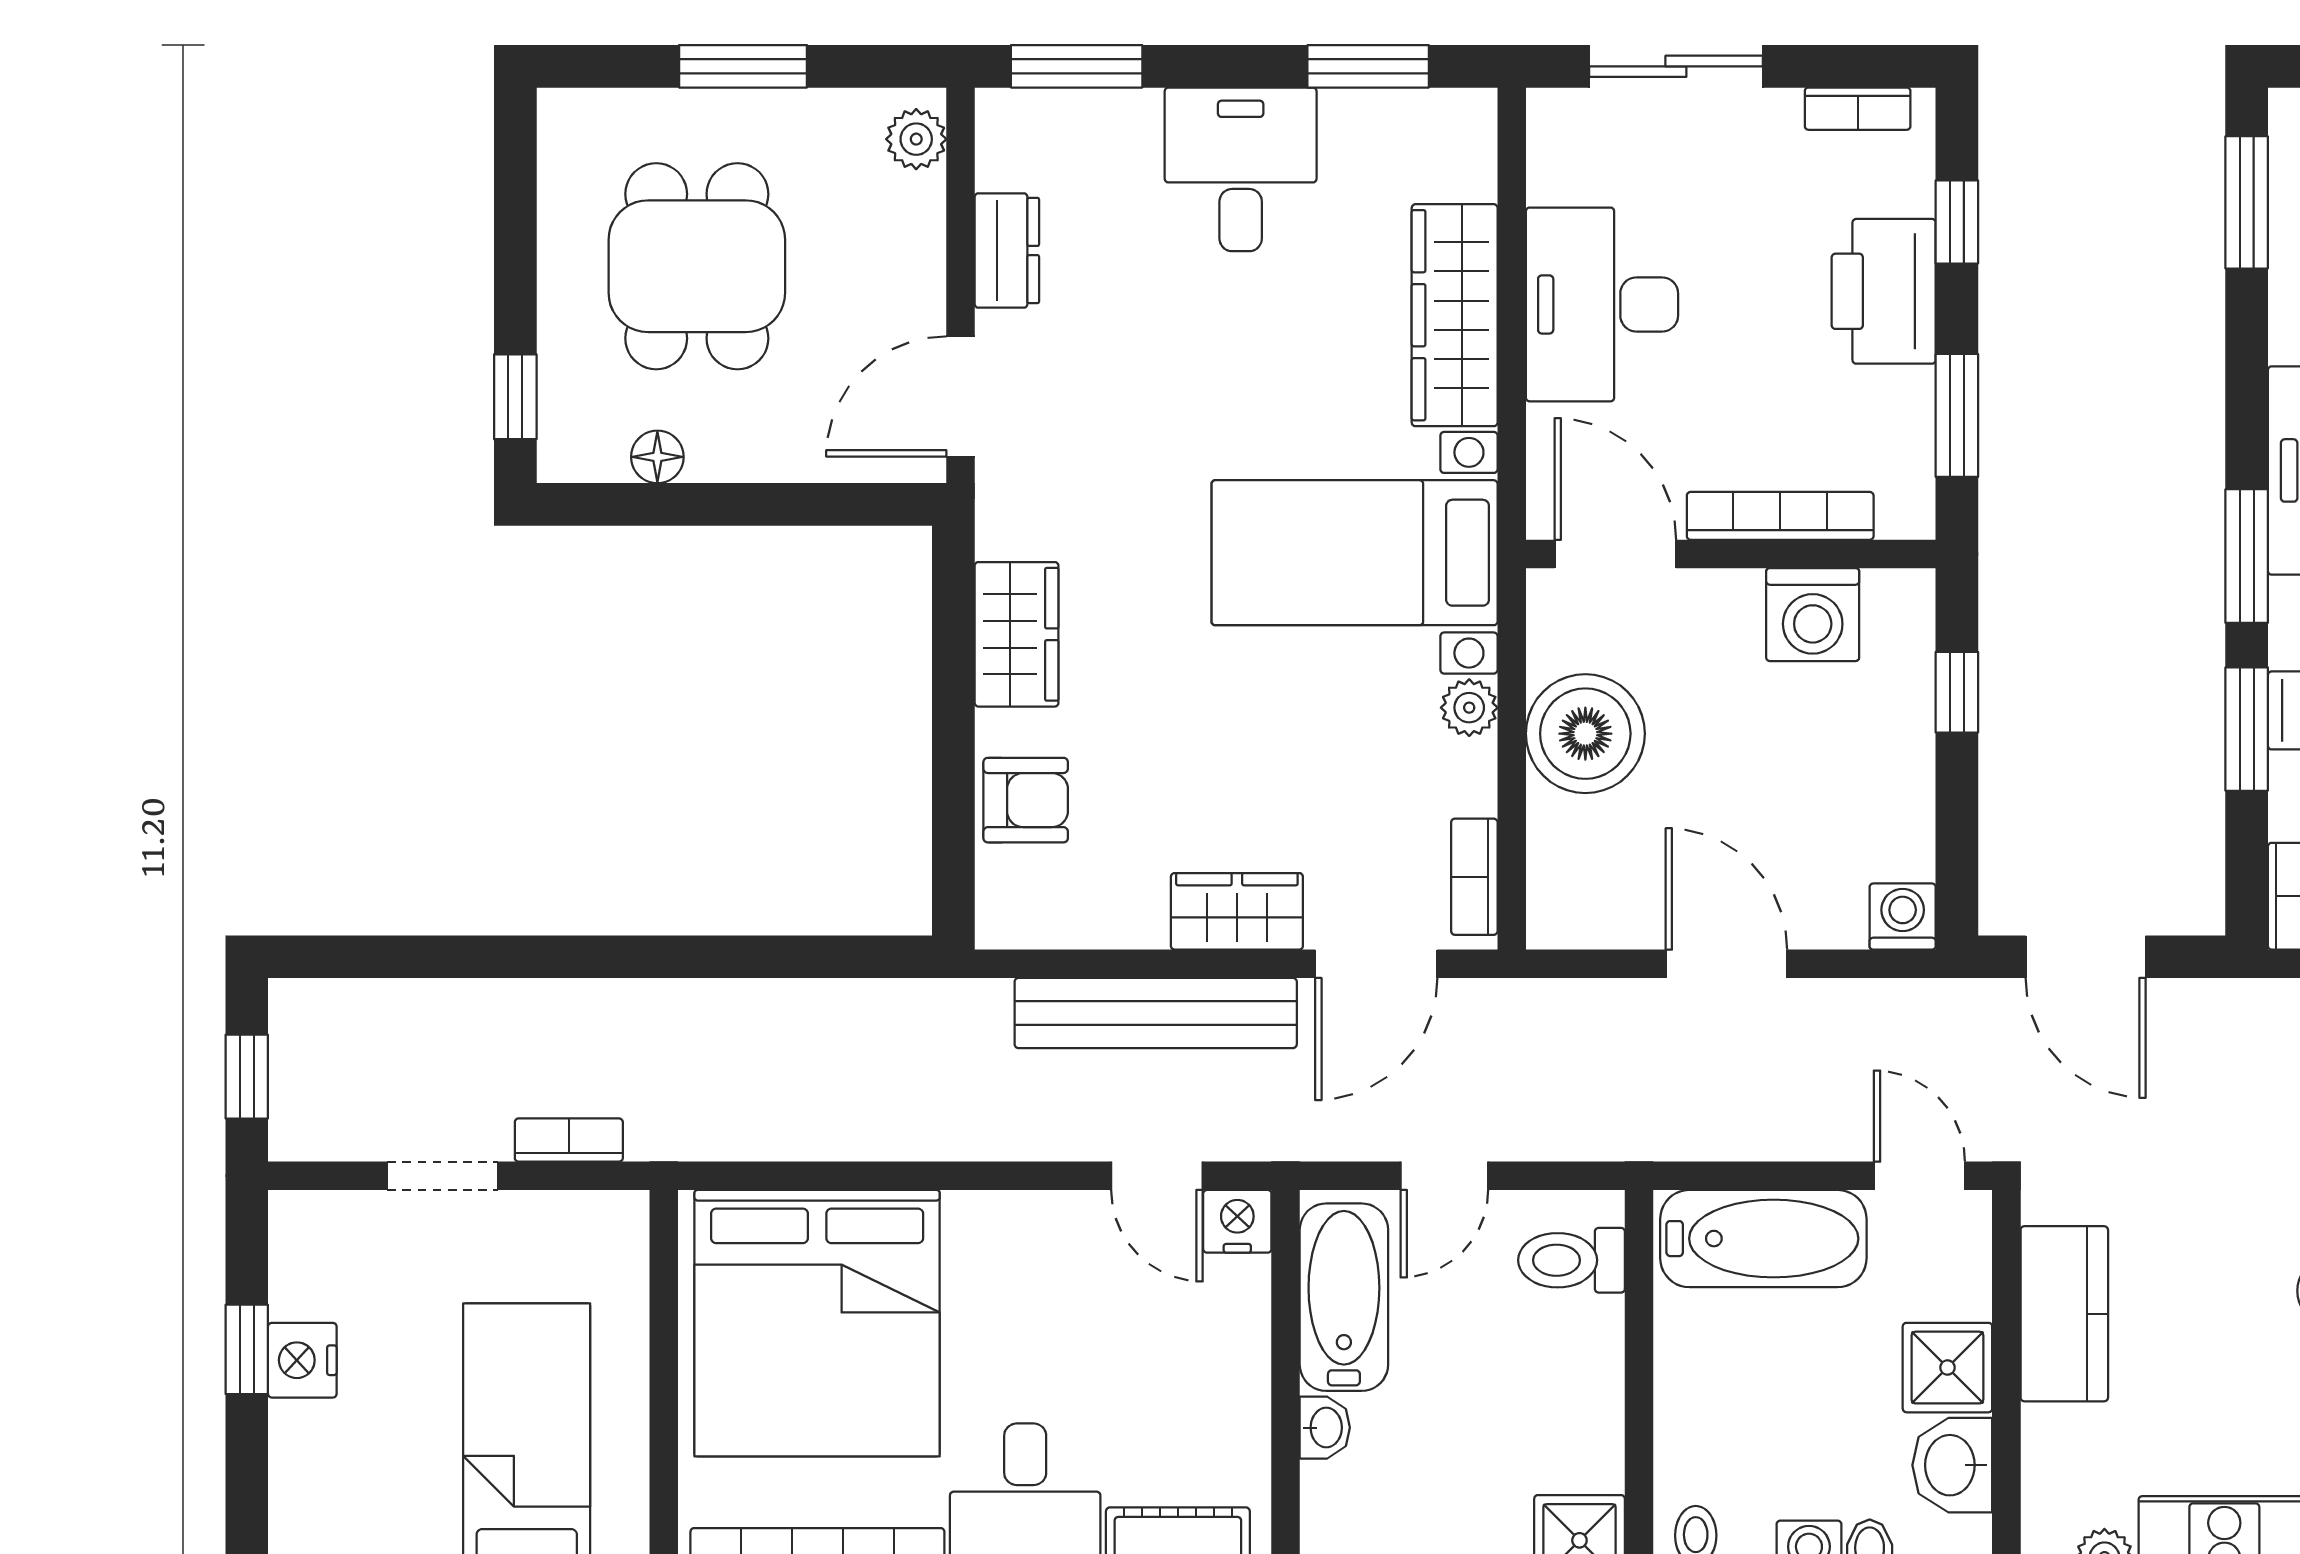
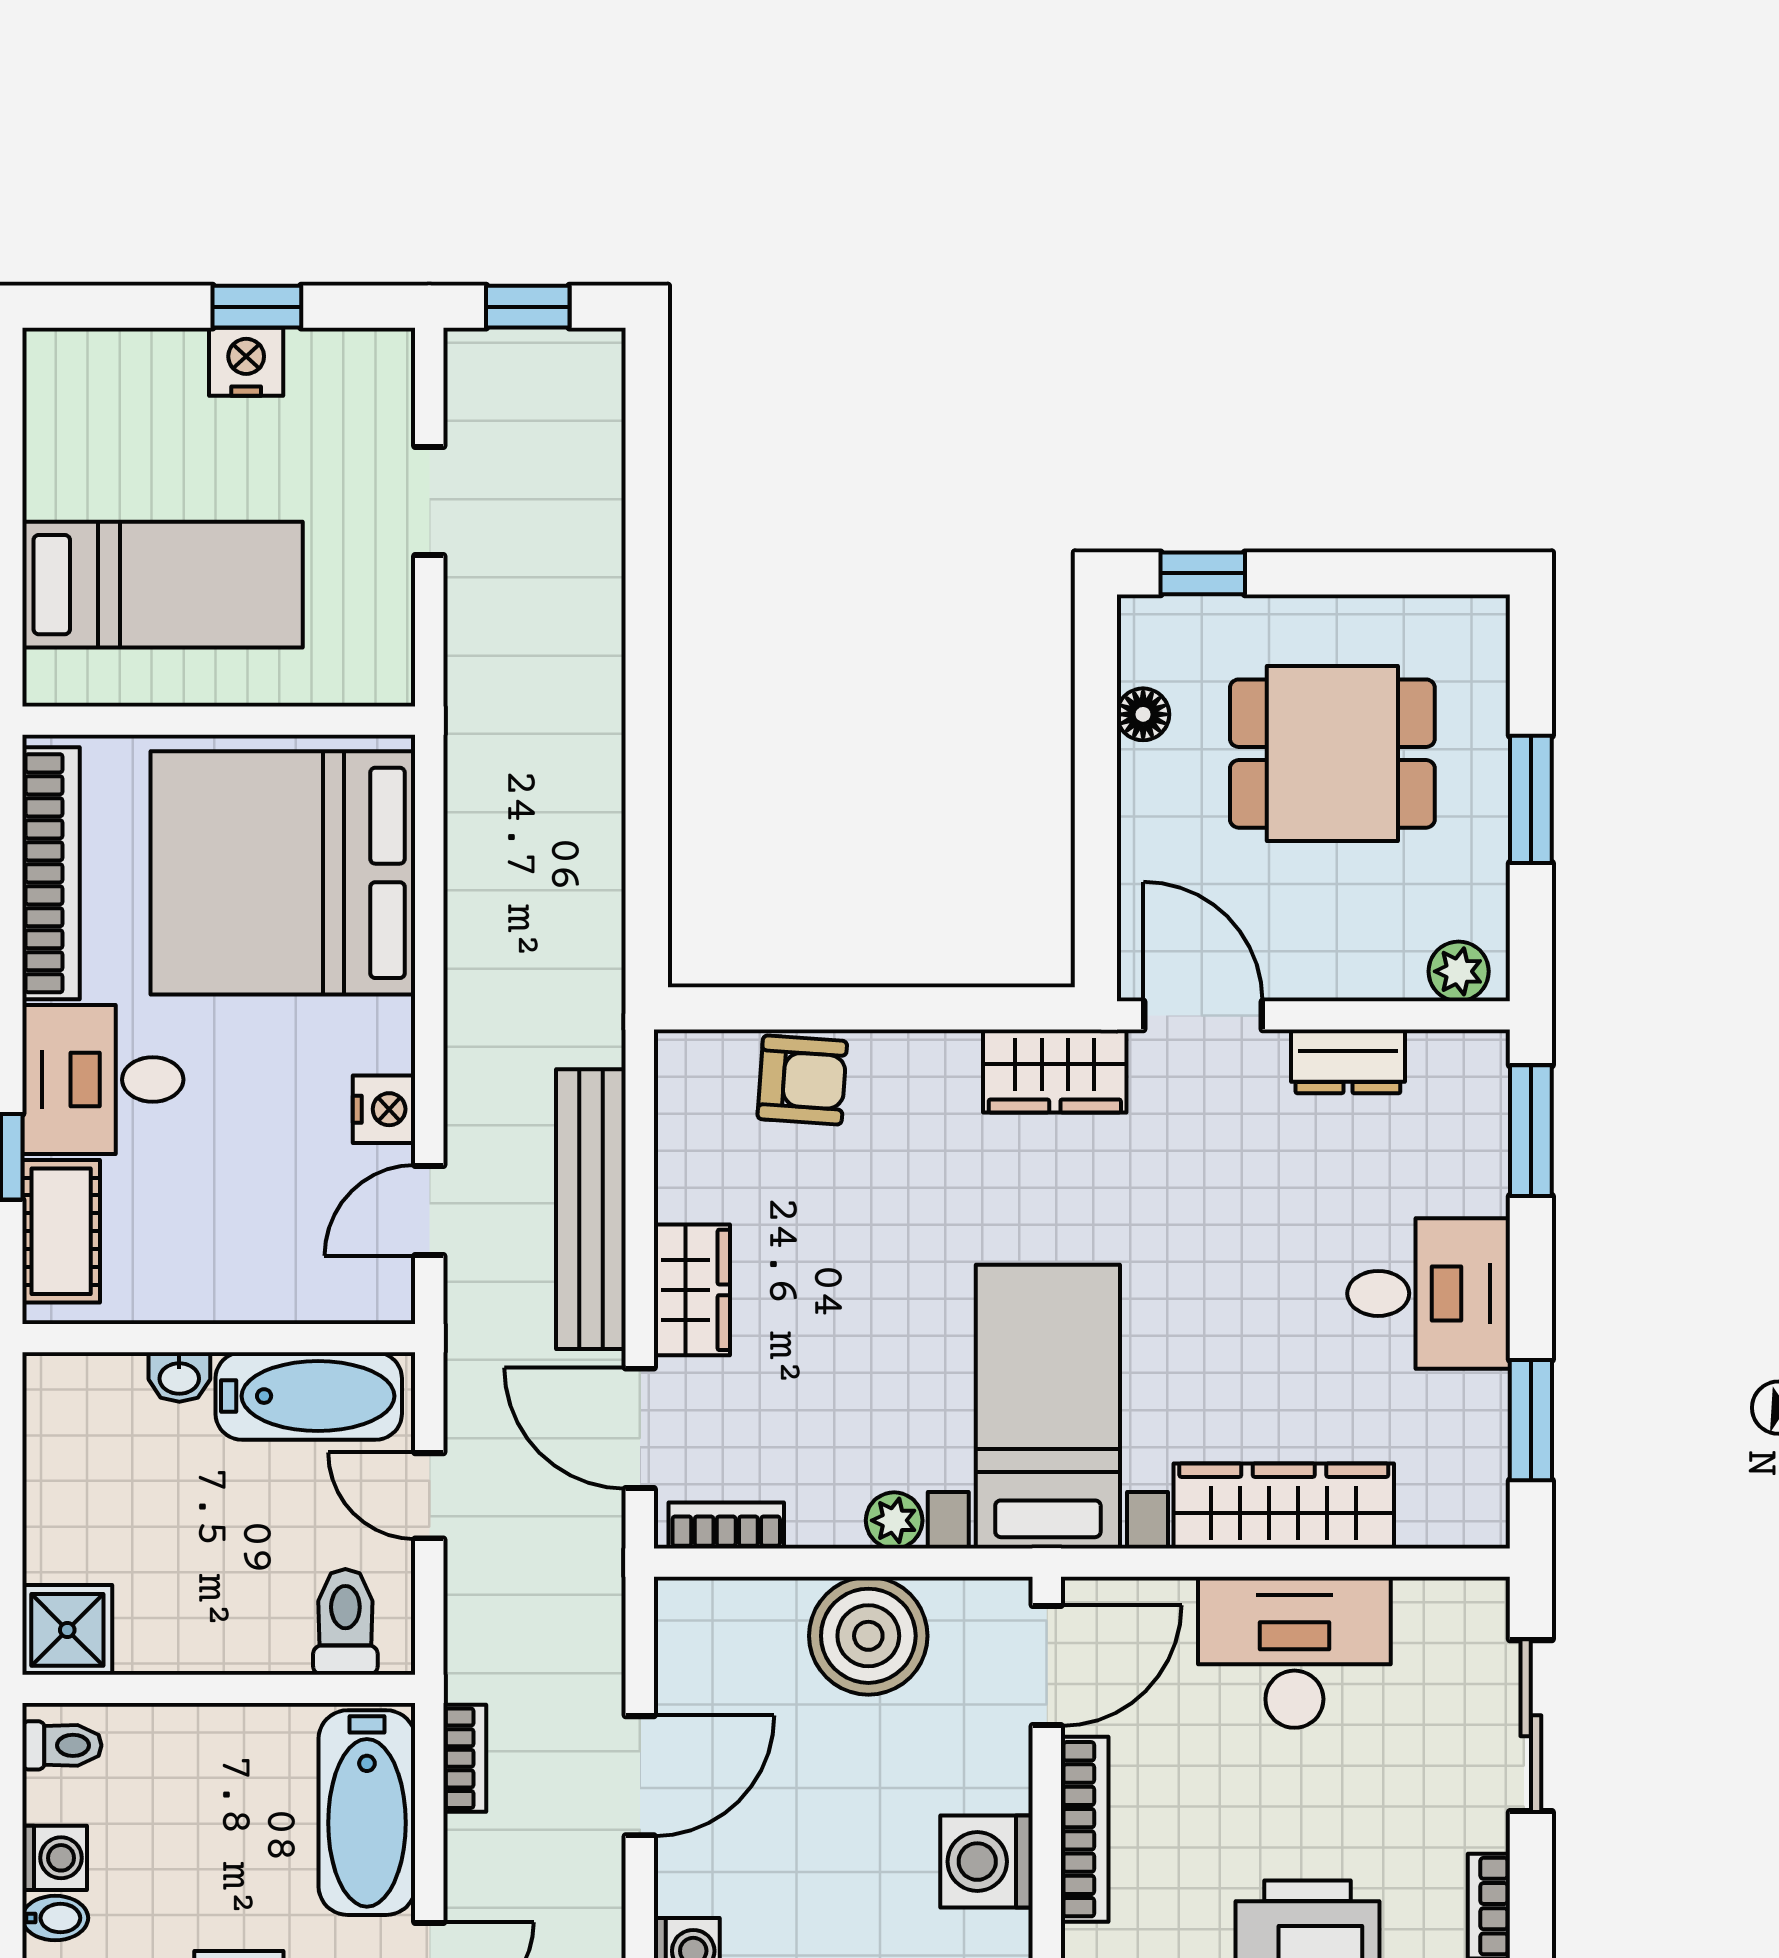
wardrobe: (1017, 634) -> (1055, 1071), moved
armchair: (1026, 800) -> (802, 1080), turned -86
bookcase: (569, 1140) -> (465, 1758), moved
nightstand: (1237, 1221) -> (384, 1109), moved

